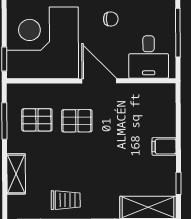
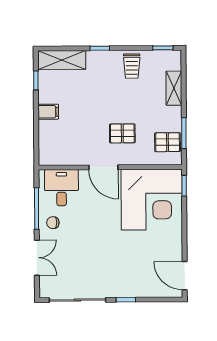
chair: (111, 19) -> (53, 223), moved
pallet: (37, 120) -> (168, 142), moved
trolley: (66, 200) -> (132, 66), turned -90

